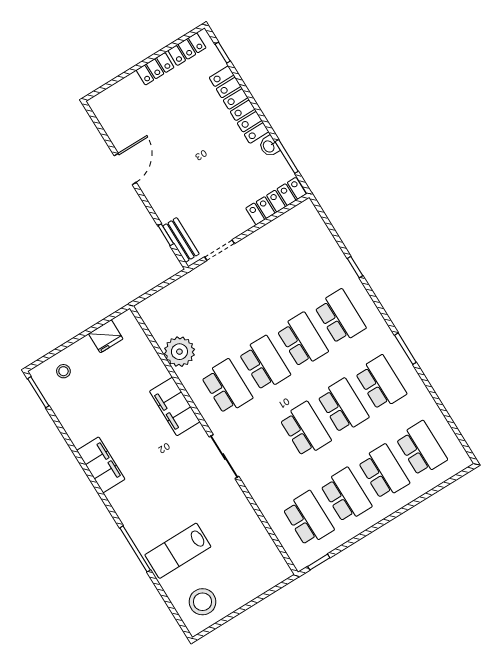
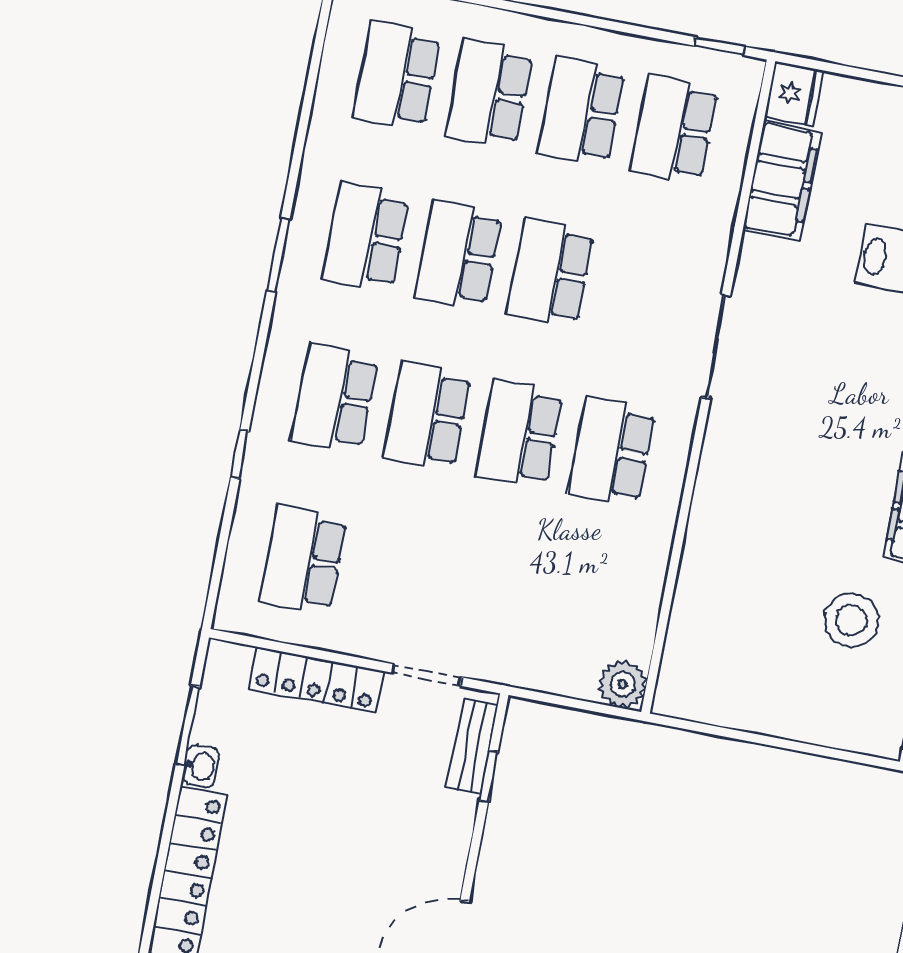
locker: (276, 201) -> (316, 680), moved
school desk: (299, 251) -> (304, 559), added
fridge: (106, 336) -> (794, 94), moved, turned 90
plant: (179, 352) -> (623, 684), moved, width x0.73, depth x0.73
stool: (63, 371) -> (851, 620), moved, width x1.89, depth x1.89
filing cabinet: (175, 407) -> (782, 180), moved

